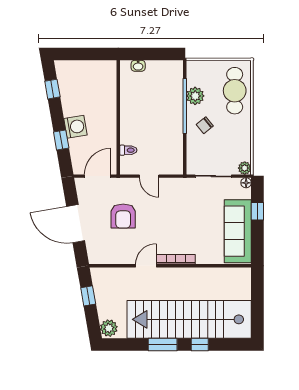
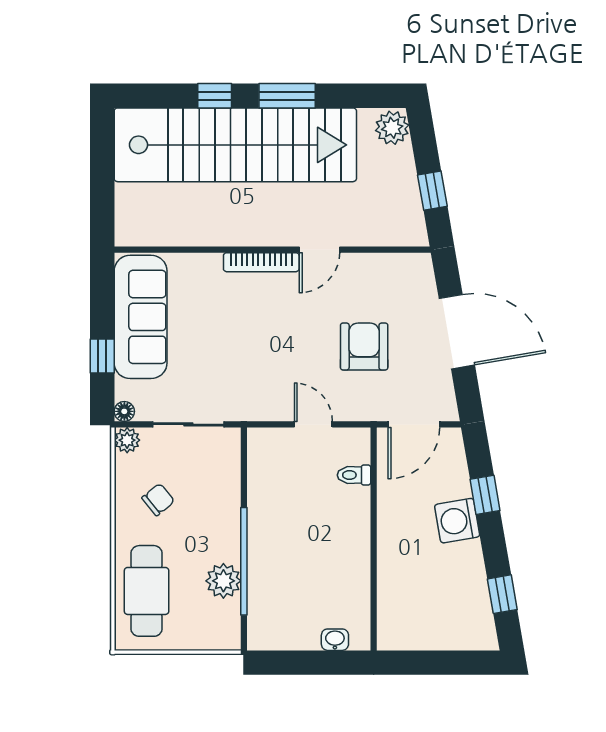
chair: (205, 125) -> (158, 500), moved

